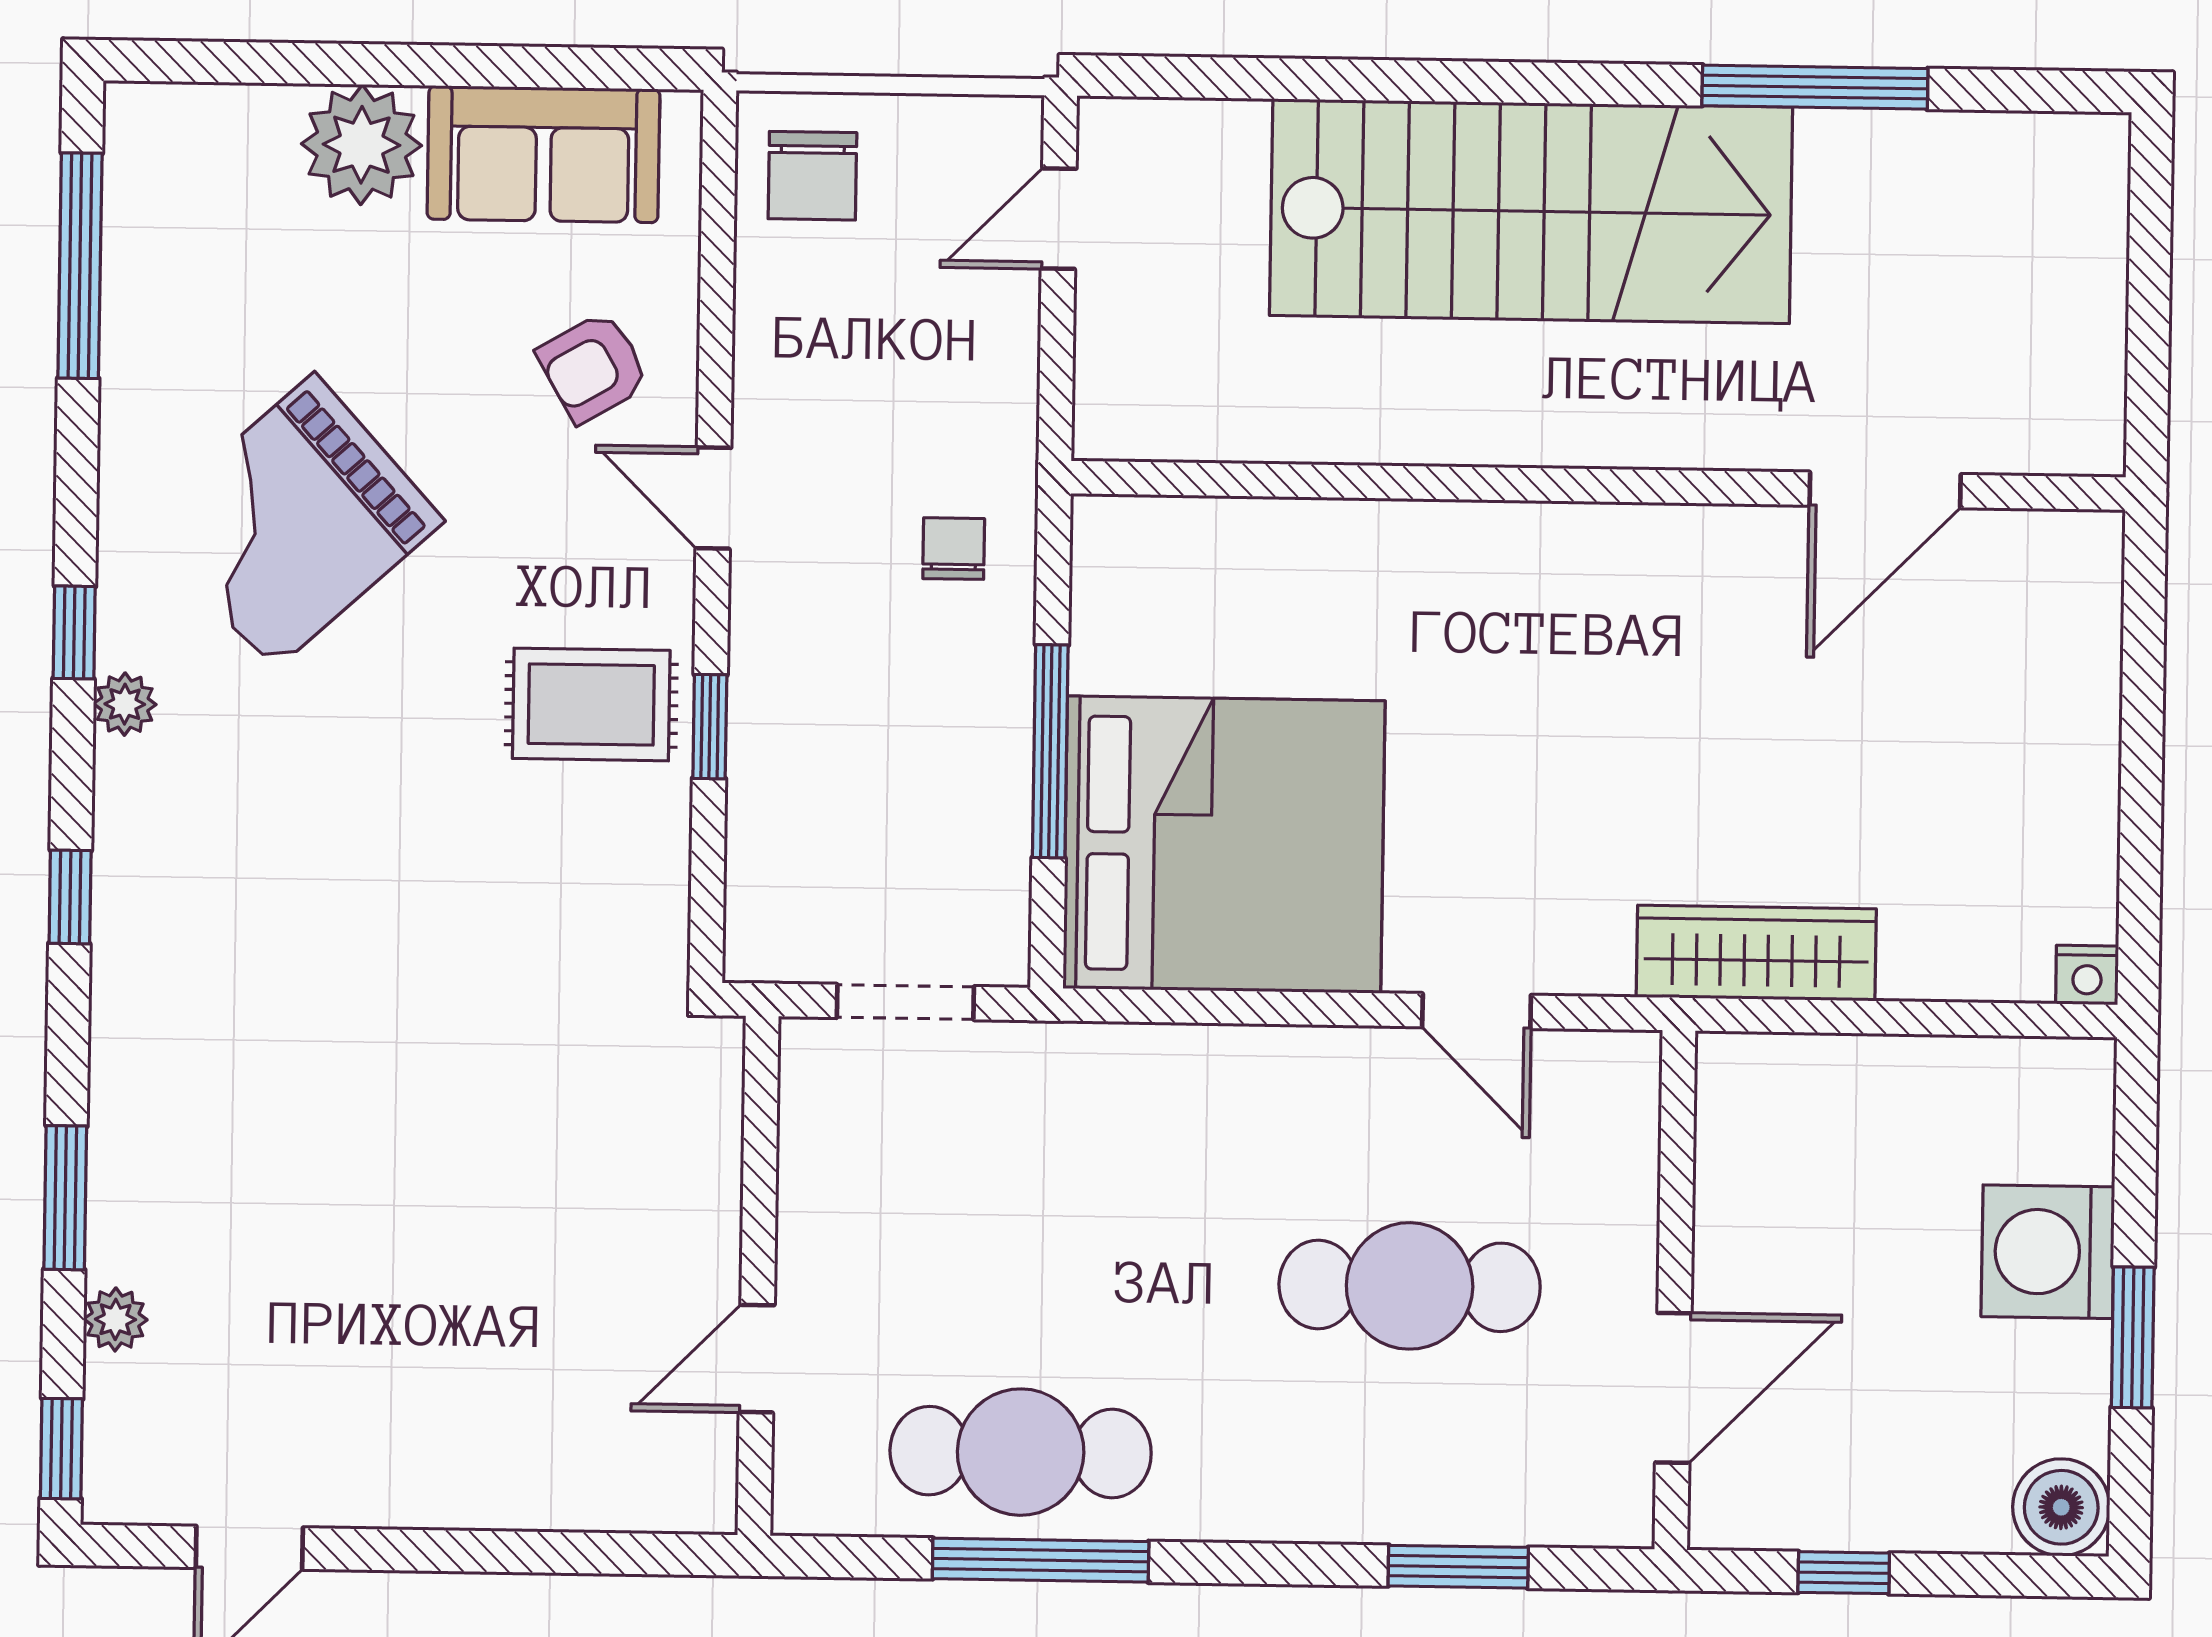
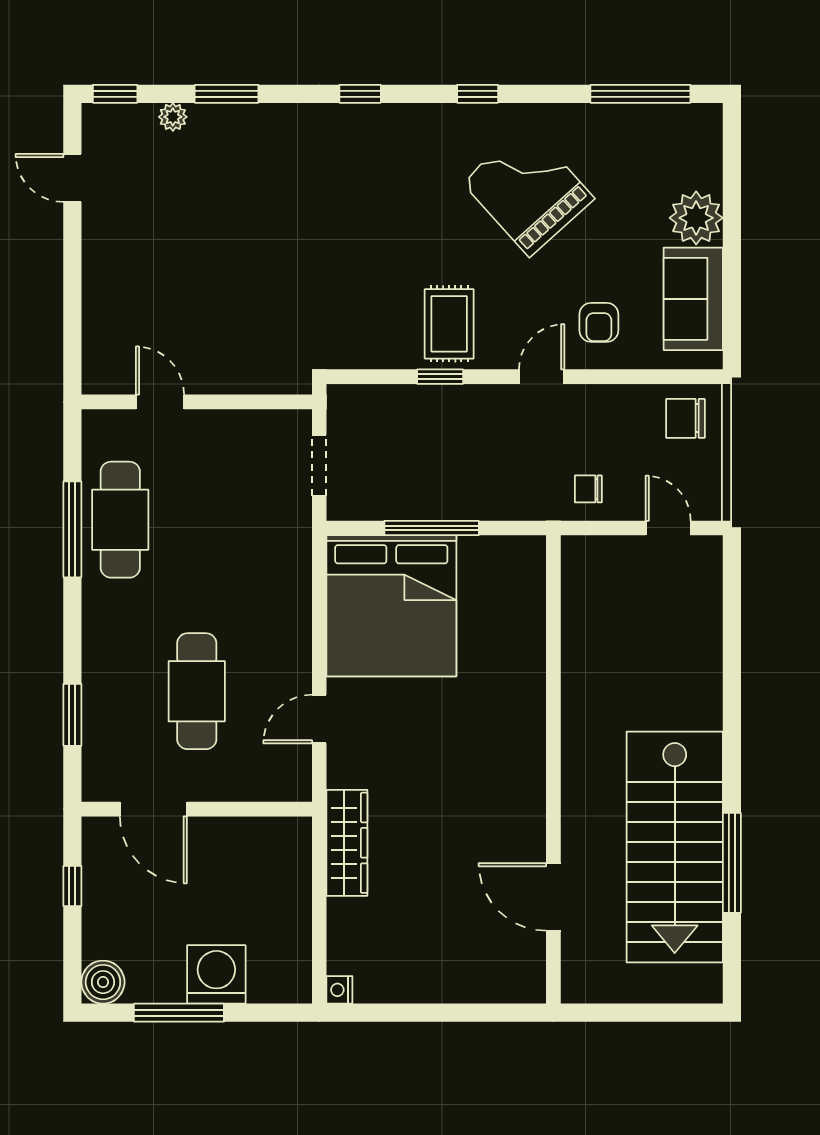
stairs: (1531, 211) -> (675, 847), moved
armchair: (593, 367) -> (599, 322), turned -150
chair: (954, 549) -> (588, 489), moved, turned 180
plant: (125, 704) -> (446, 117), removed
window: (2133, 1337) -> (179, 1013), width x1.44

